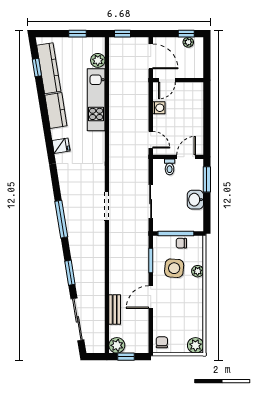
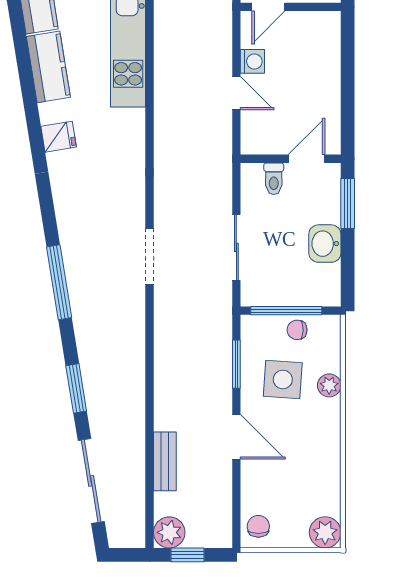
door: (151, 140) -> (236, 93), moved
door: (151, 297) -> (236, 437), swing flipped

